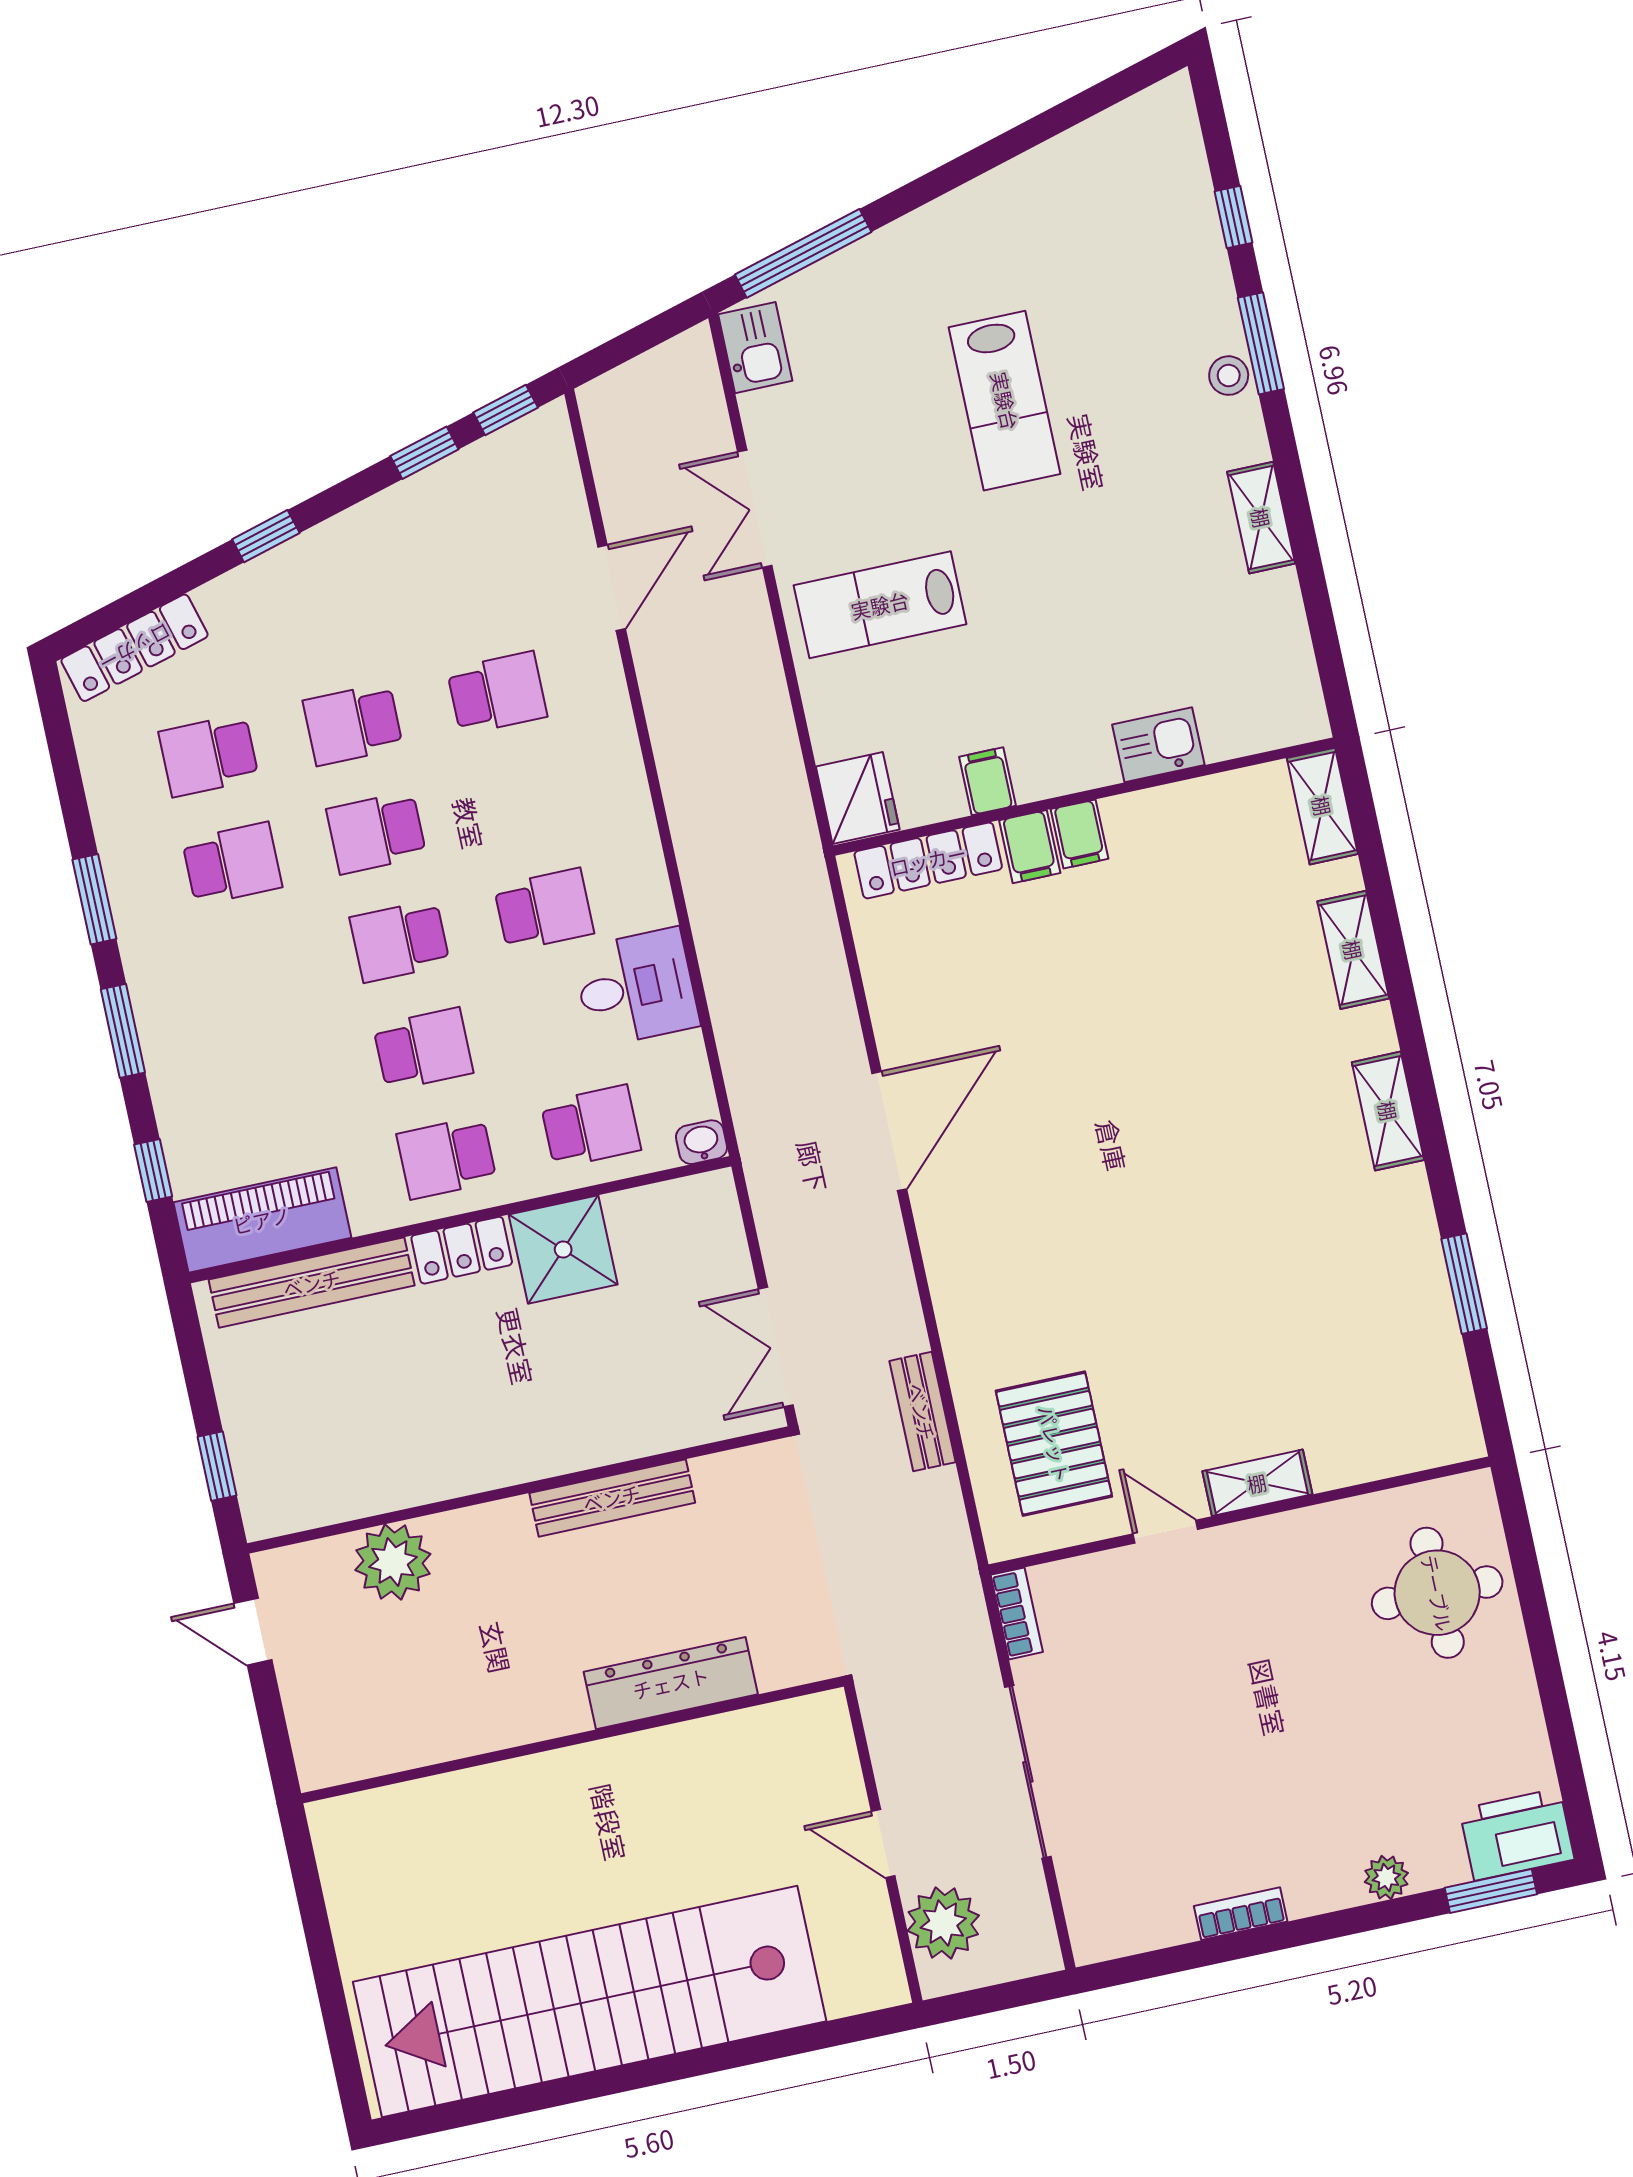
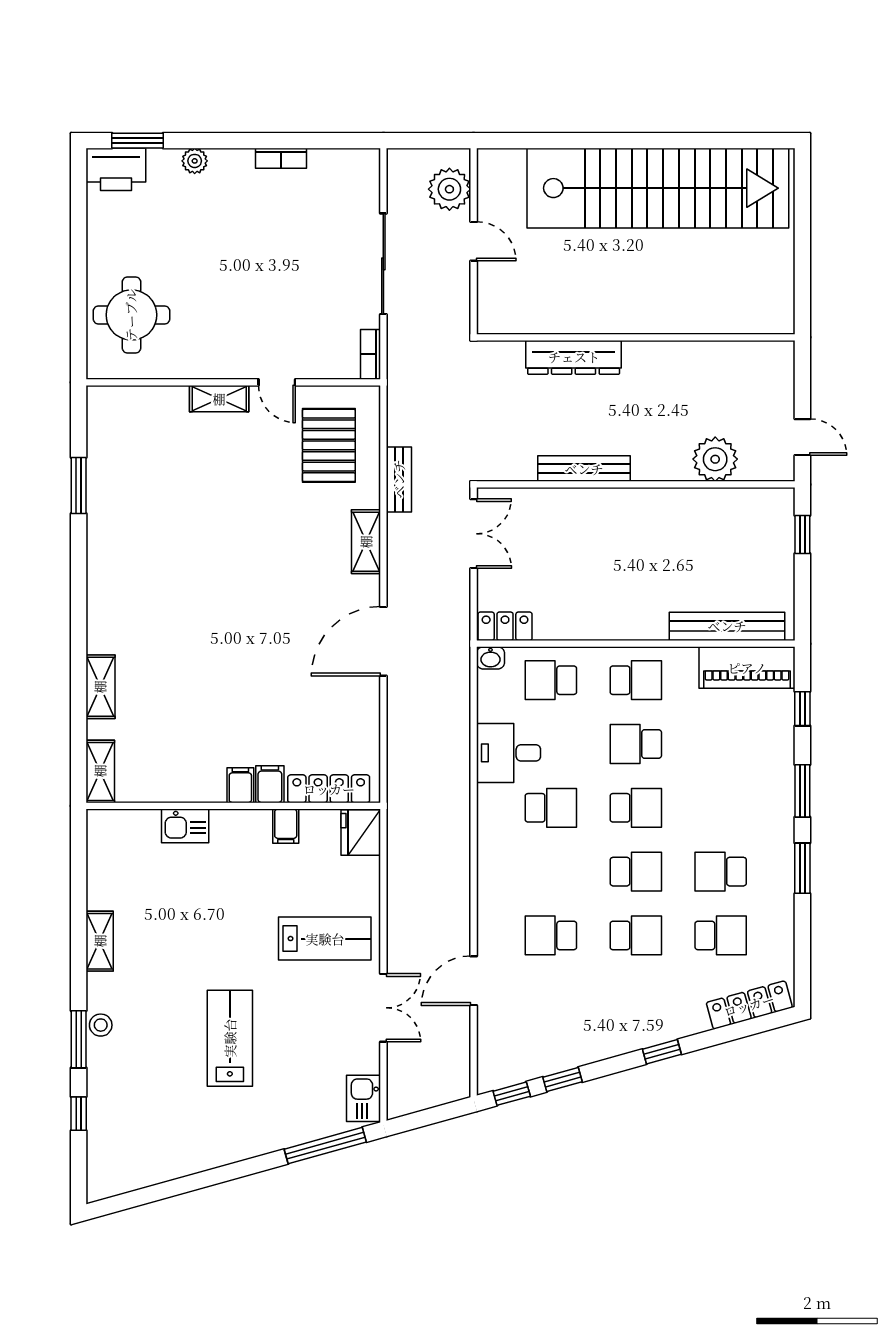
school desk: (544, 910) -> (551, 808), turned 180
shelving: (1388, 1111) -> (366, 542), moved
locker: (462, 1250) -> (505, 626), moved
shower: (563, 1250) -> (581, 614), removed

